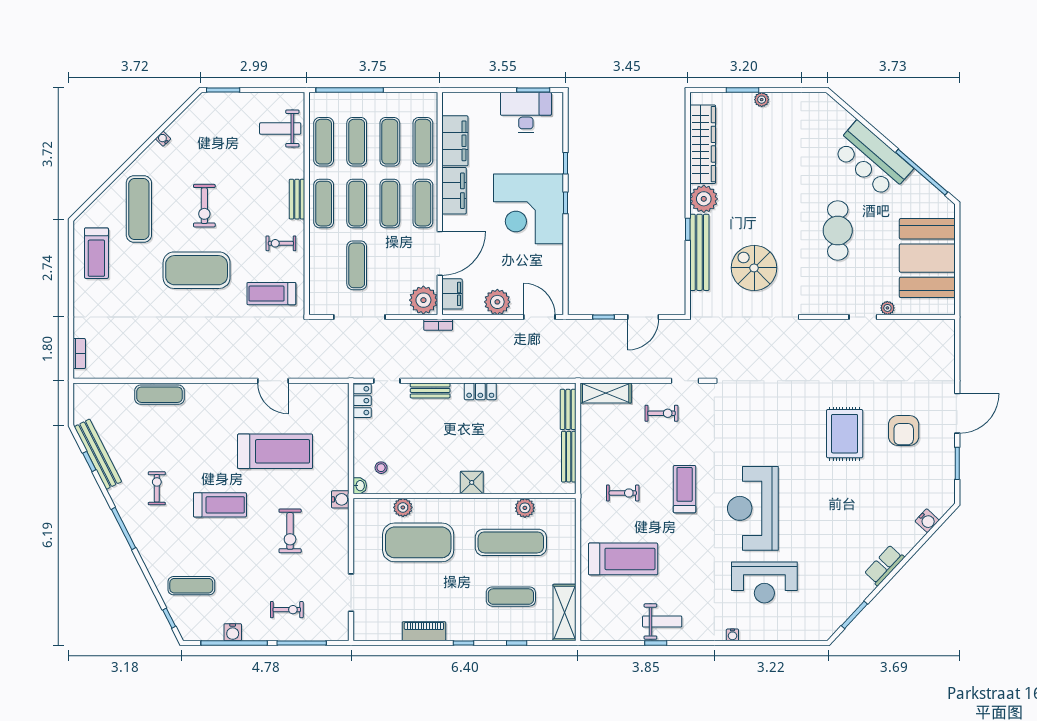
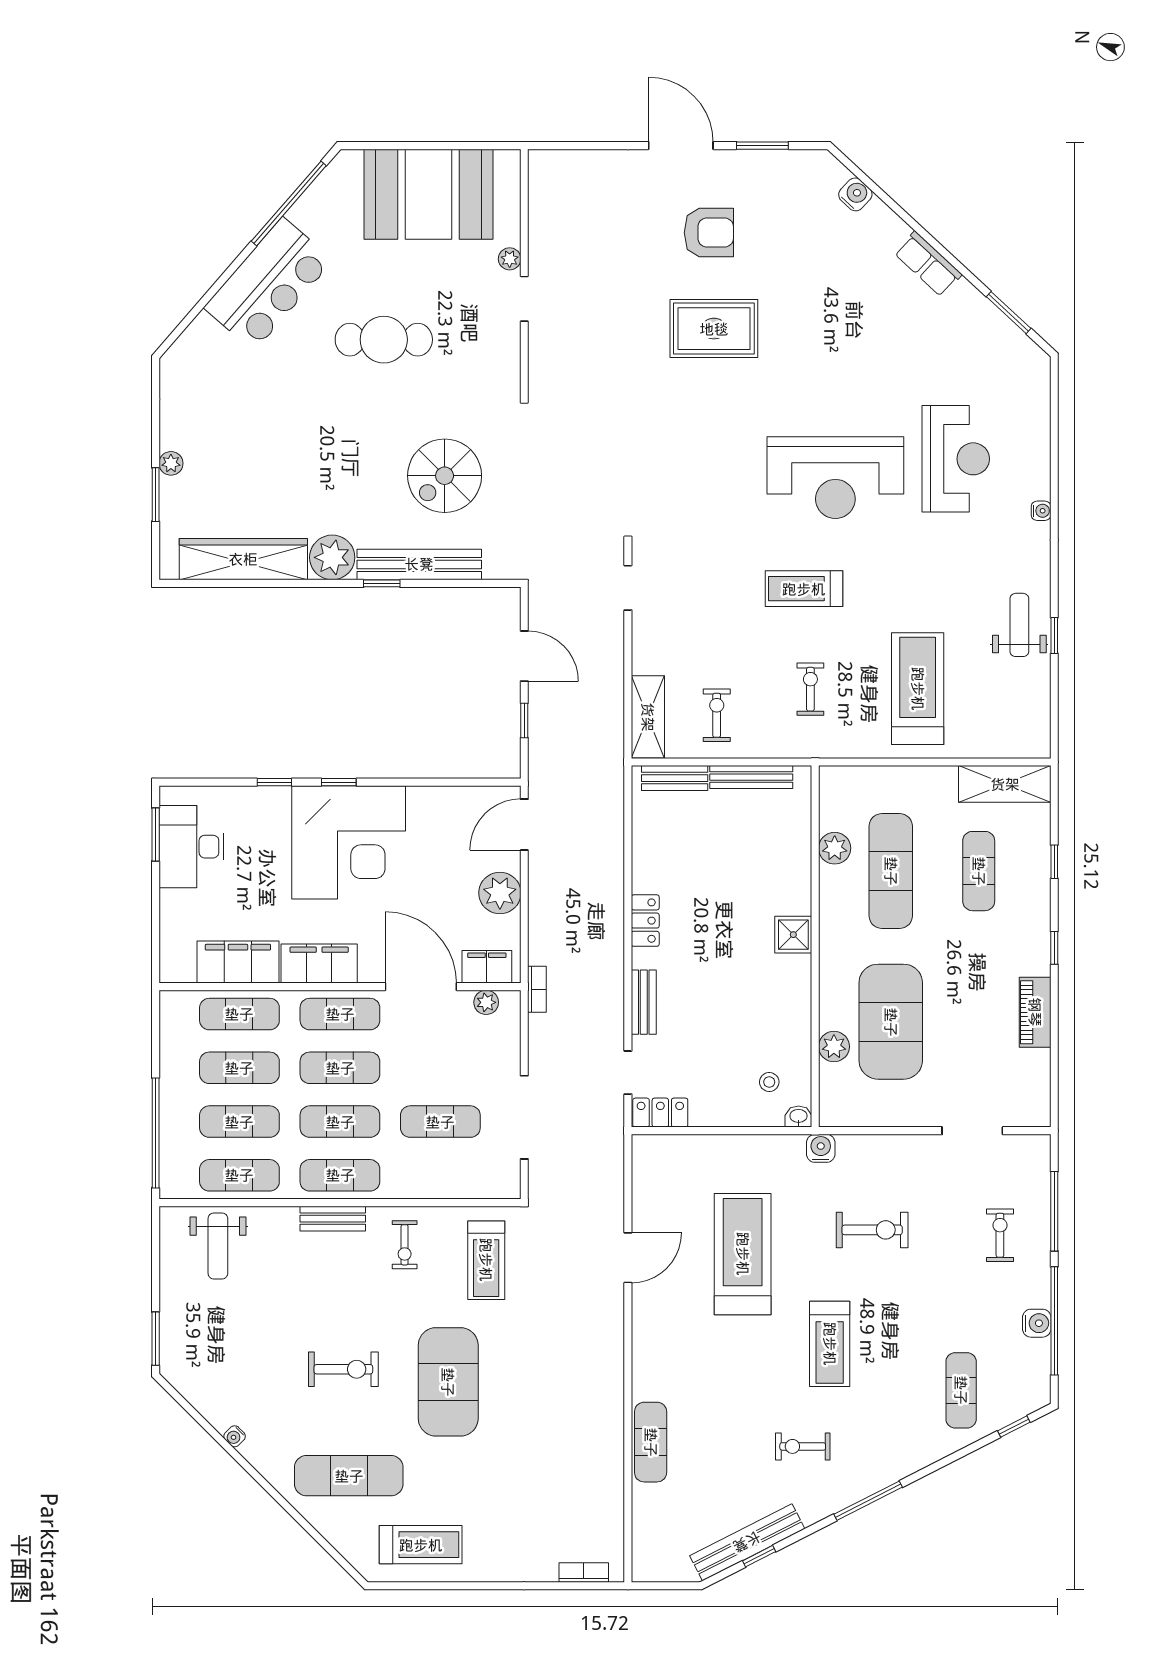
plant: (423, 300) -> (486, 1002), width x0.53, depth x0.53
exercise bike: (662, 413) -> (717, 715), moved
treadmill: (220, 505) -> (830, 1344), turned 180

